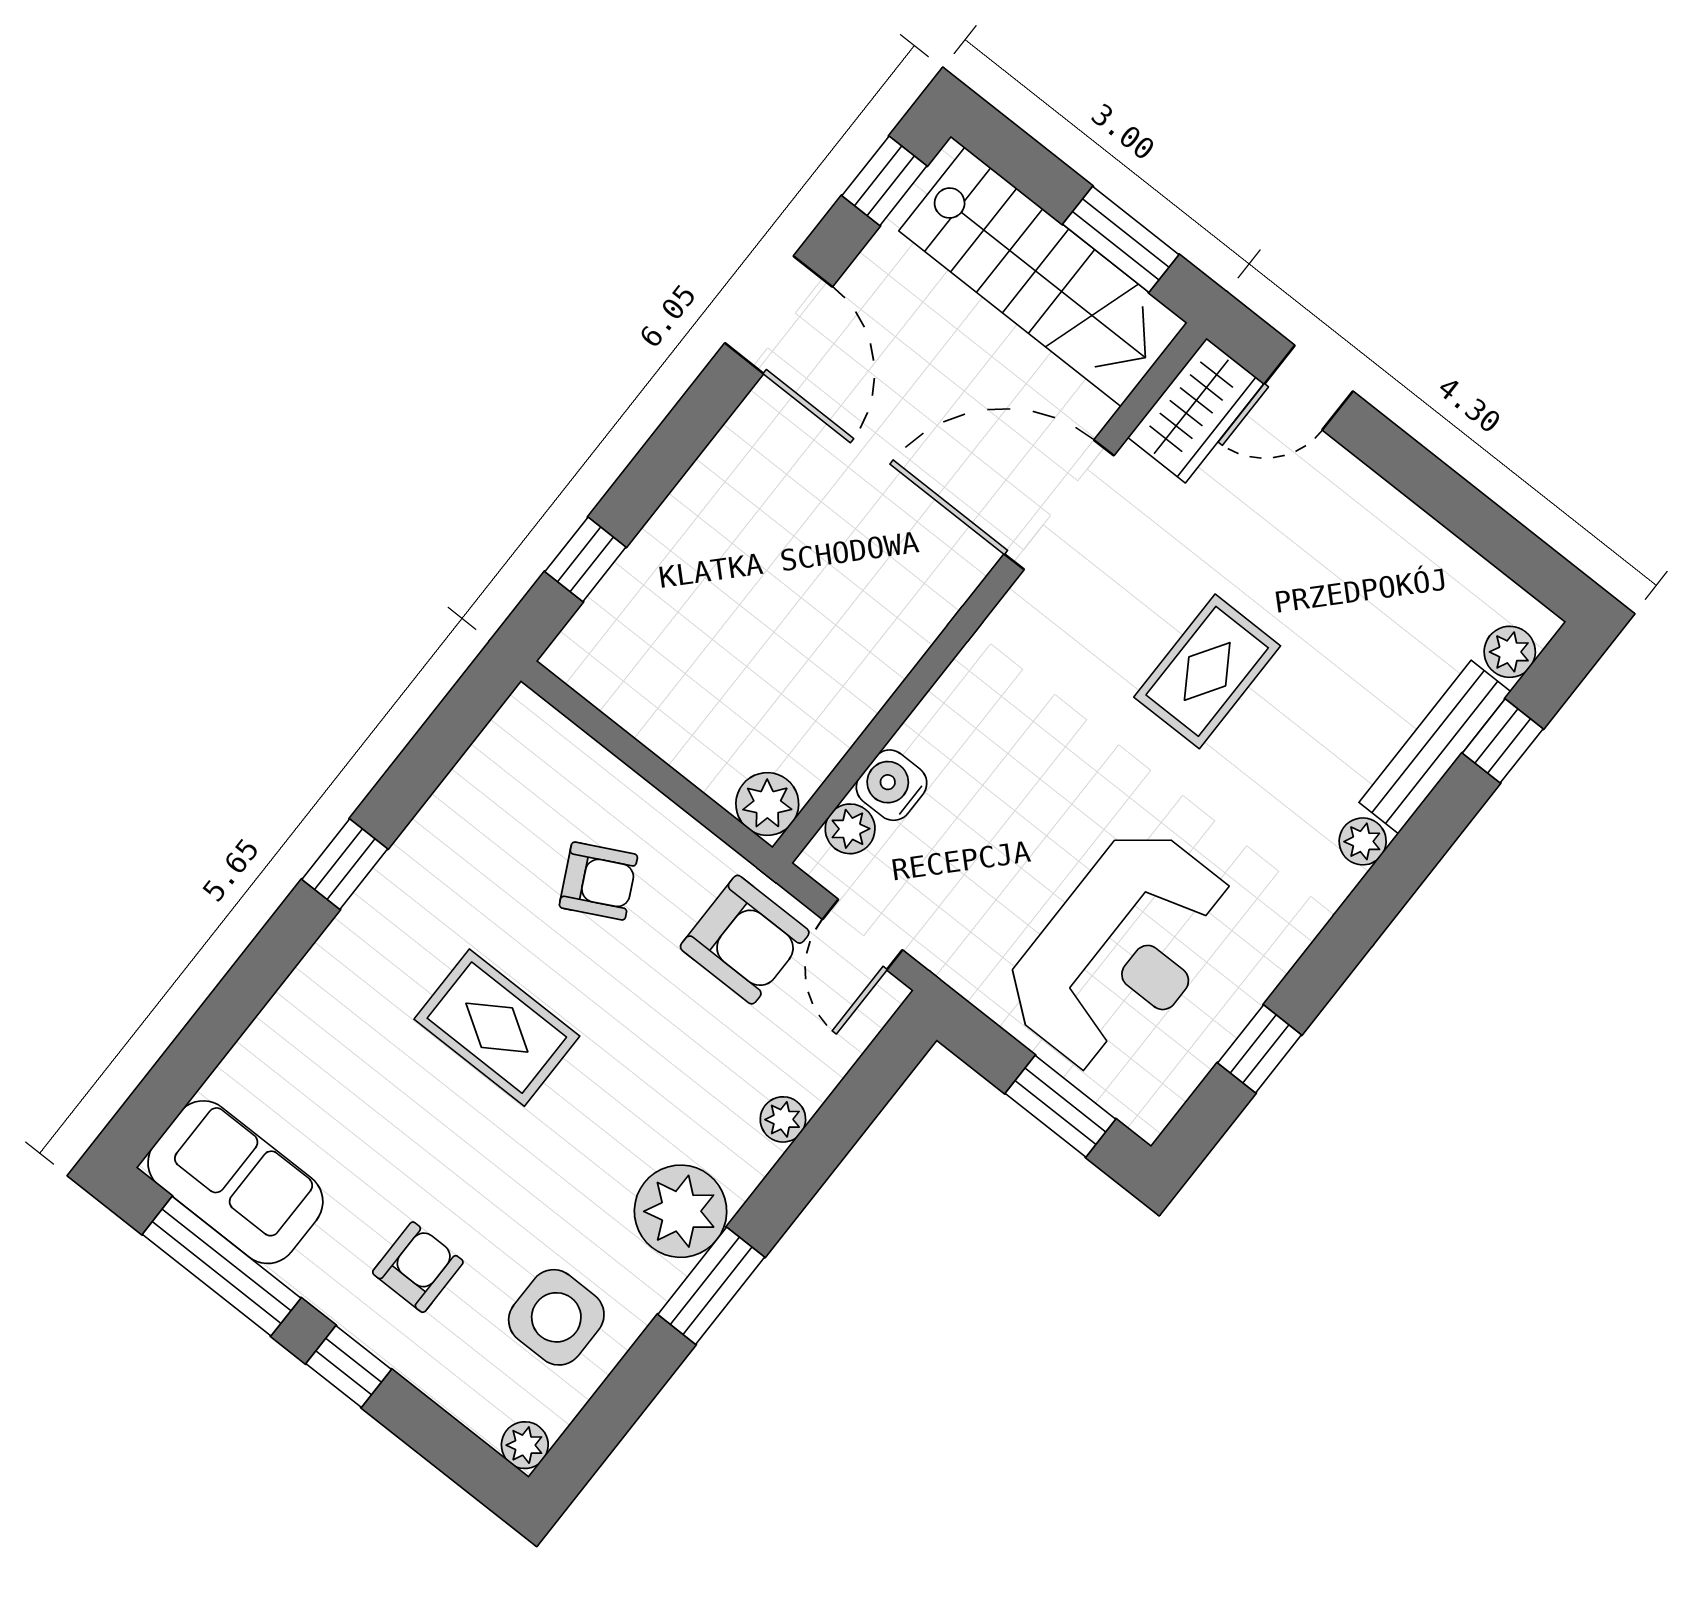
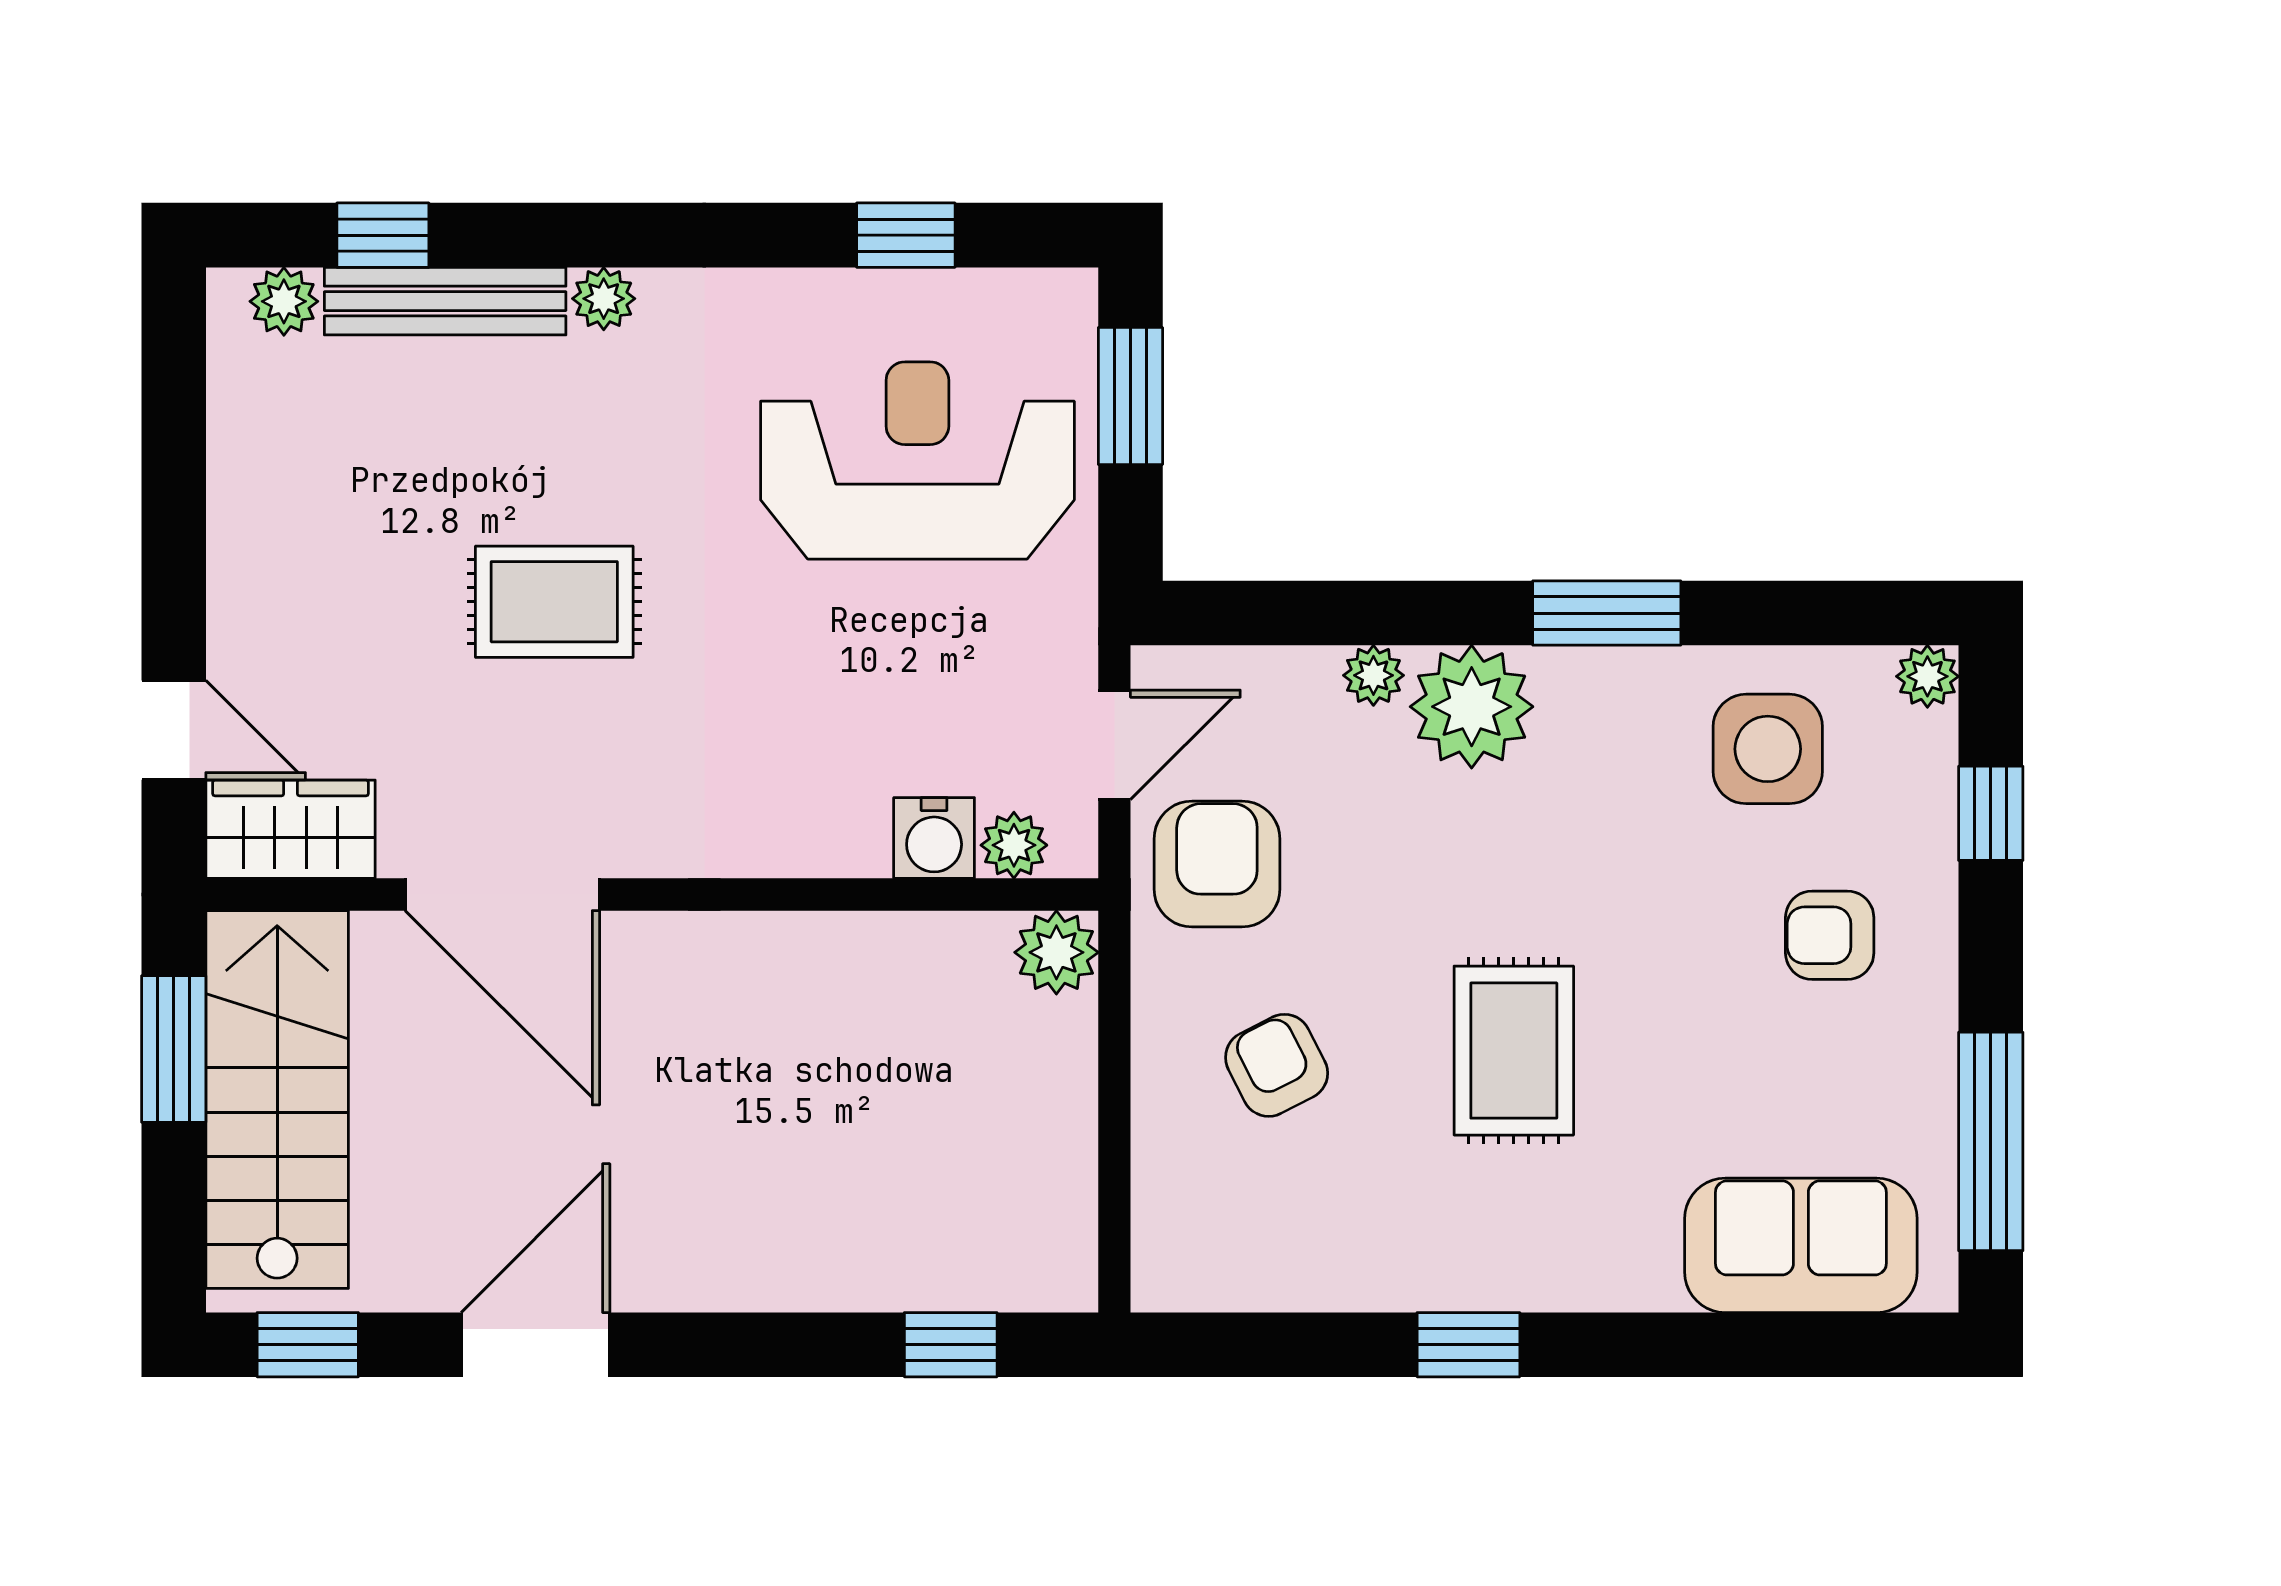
sofa: (235, 1182) -> (1801, 1245), moved, turned 90
plant: (681, 1211) -> (1472, 707), moved
window: (349, 1366) -> (1991, 813), moved

